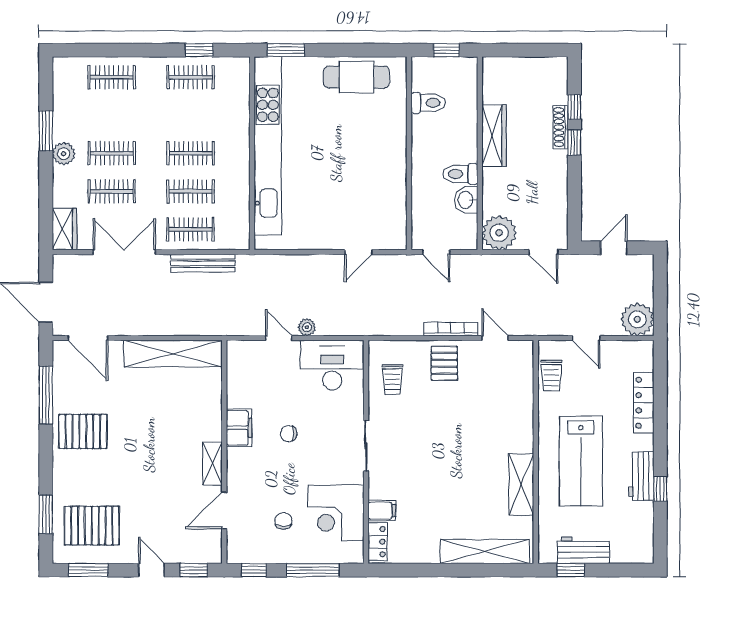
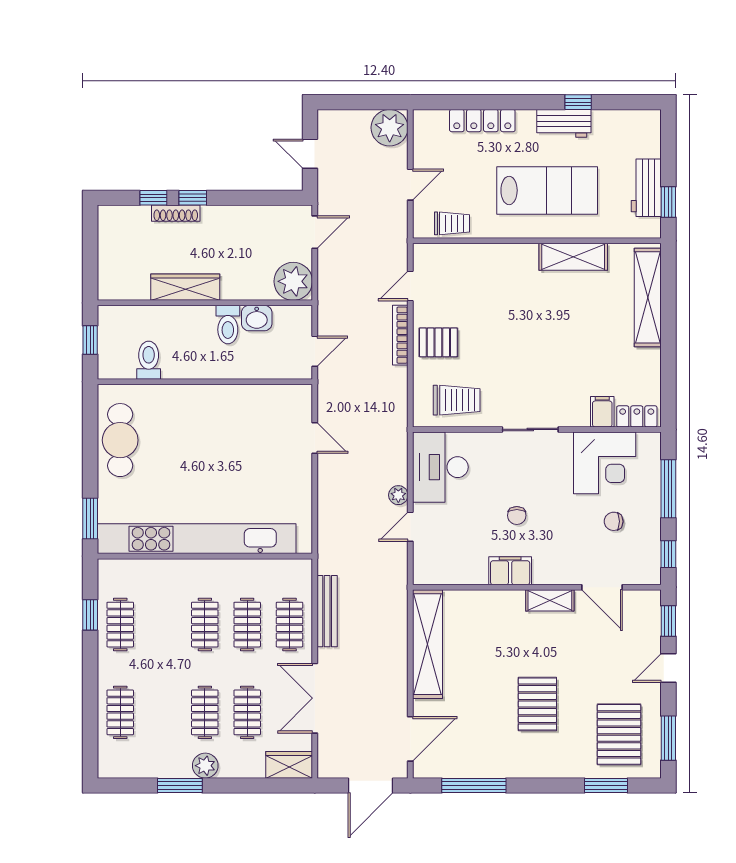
trolley: (392, 380) -> (457, 400), width x1.36, depth x1.39
pallet: (83, 432) -> (537, 704), moved

